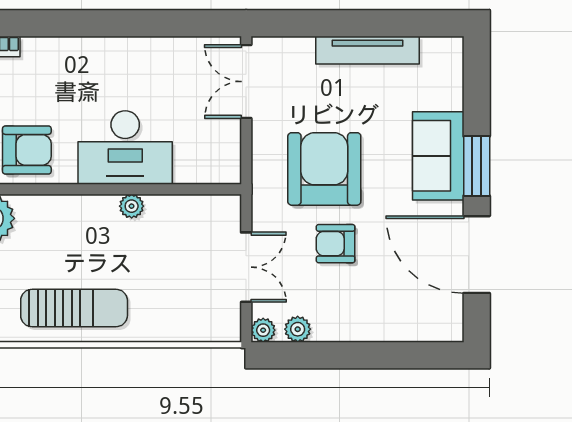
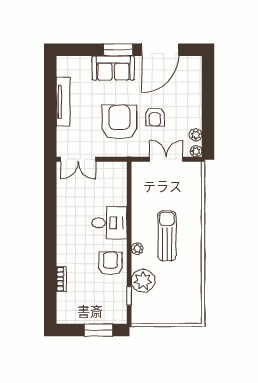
desk: (125, 147) -> (109, 223), width x0.73
armchair: (324, 169) -> (120, 122), turned 90
plant: (132, 206) -> (137, 249), moved
sun lounger: (74, 308) -> (167, 236), moved

